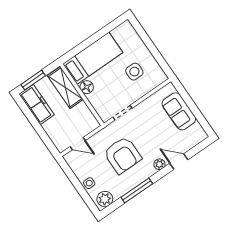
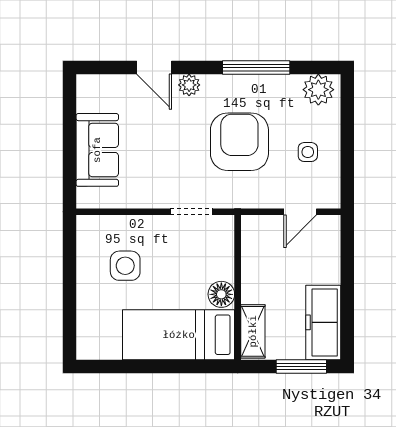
shelving: (65, 87) -> (253, 331), width x0.67, depth x0.75
door: (78, 144) -> (300, 212), swing flipped
side table: (89, 183) -> (308, 152), moved

